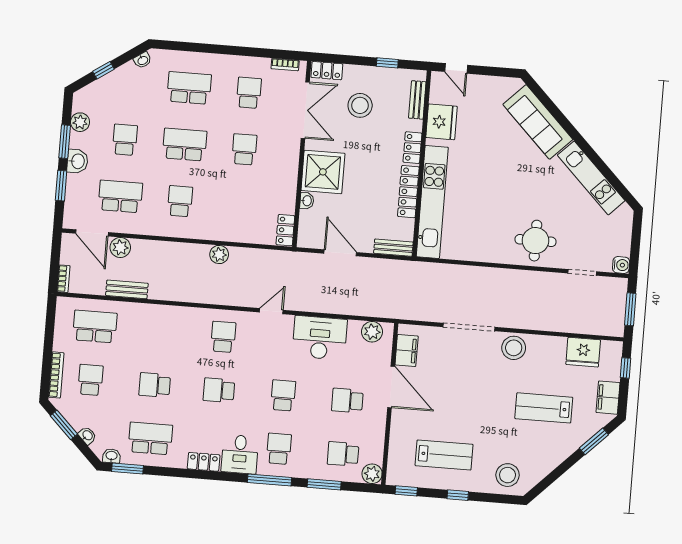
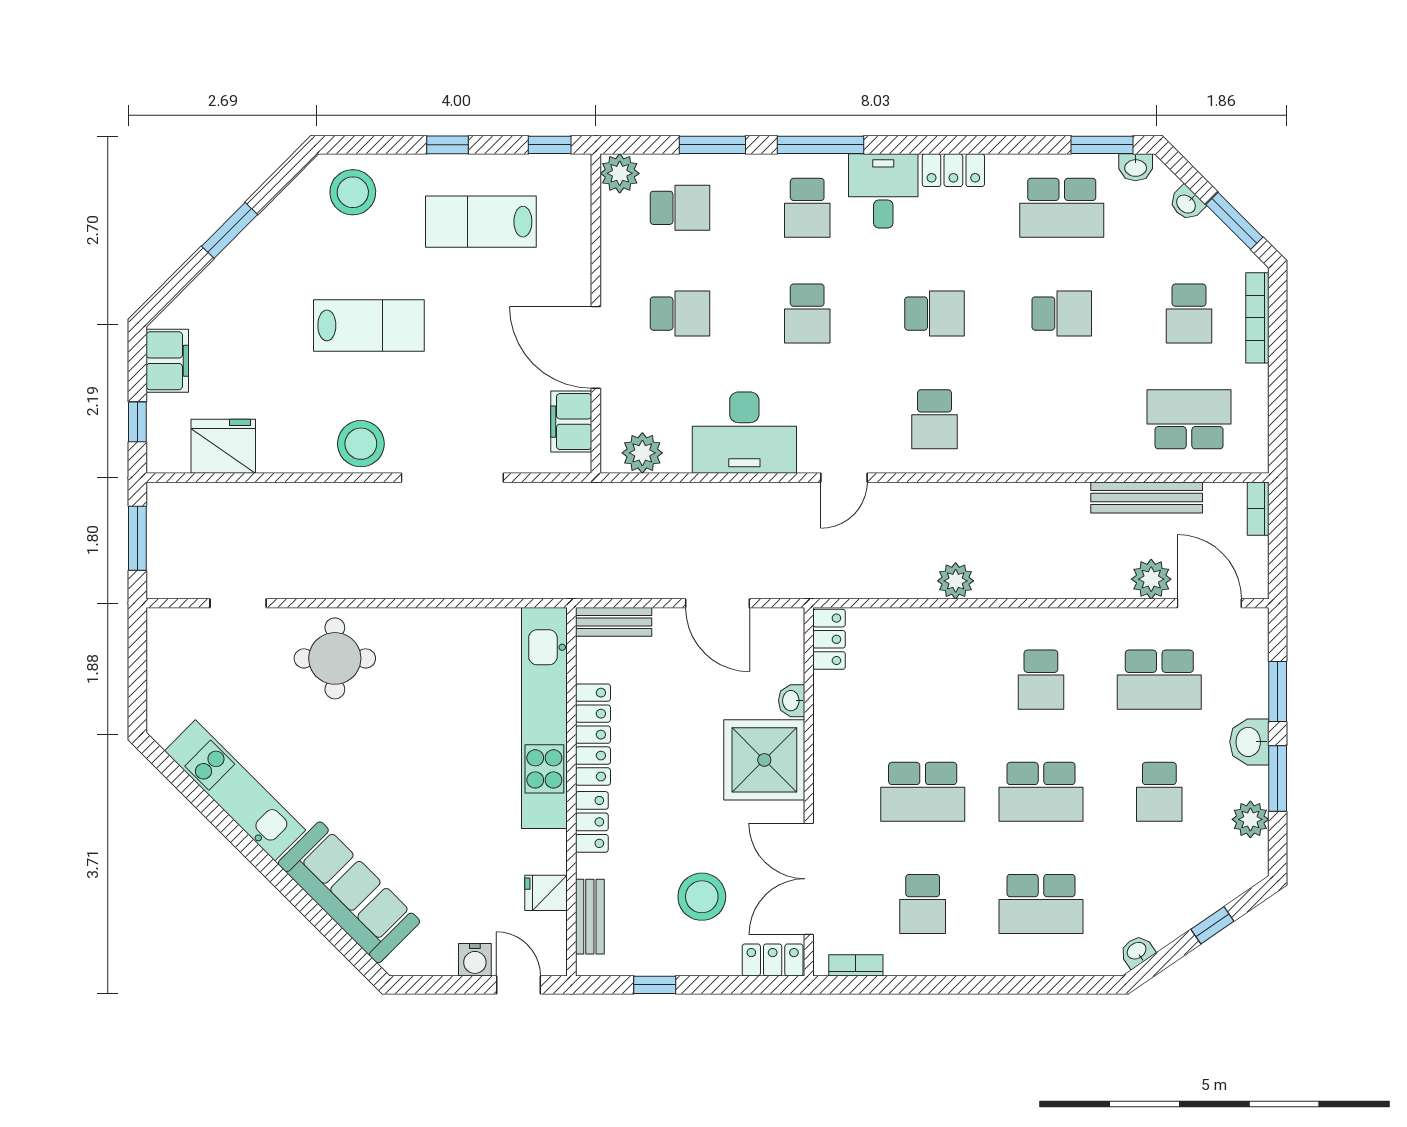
fridge: (441, 122) -> (546, 893), width x0.53, depth x0.75
school desk: (244, 149) -> (923, 792), width x1.85
water cooler: (621, 265) -> (475, 960), moved, turned -90
bench: (127, 289) -> (1147, 497), width x1.36
school desk: (95, 327) -> (1189, 419), turned 180
lab bench: (544, 408) -> (369, 325), moved
window: (594, 441) -> (230, 230), moved

